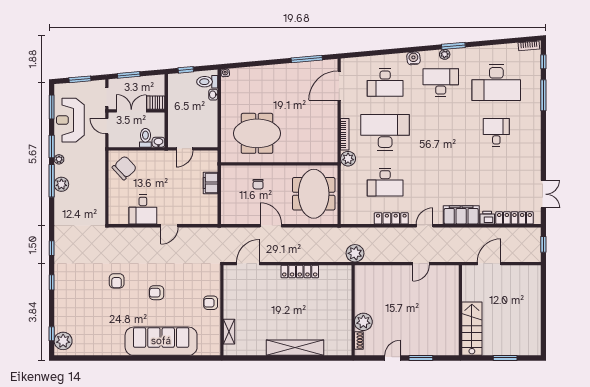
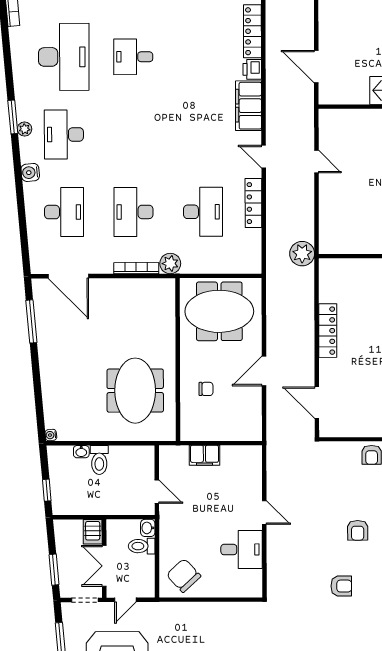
toilet: (207, 82) -> (99, 460), moved
desk: (385, 132) -> (133, 212), width x0.73, depth x0.77

